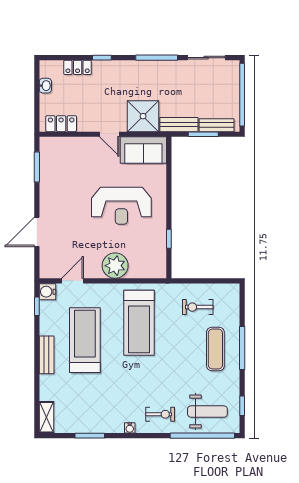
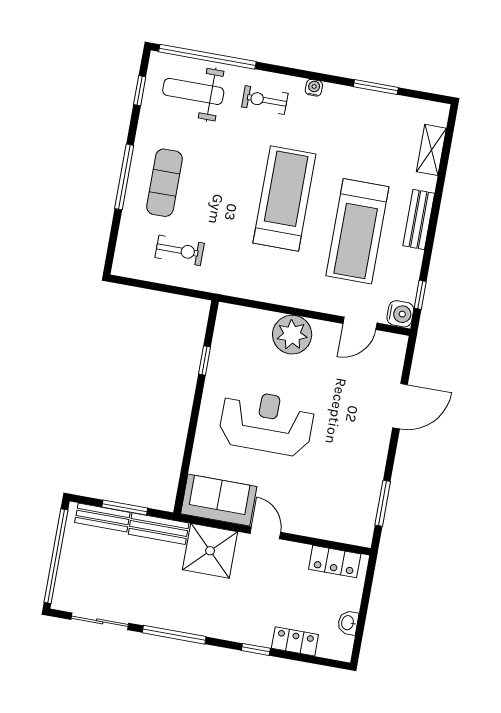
treadmill: (139, 323) -> (284, 199), moved
shelving: (46, 417) -> (431, 150), moved

